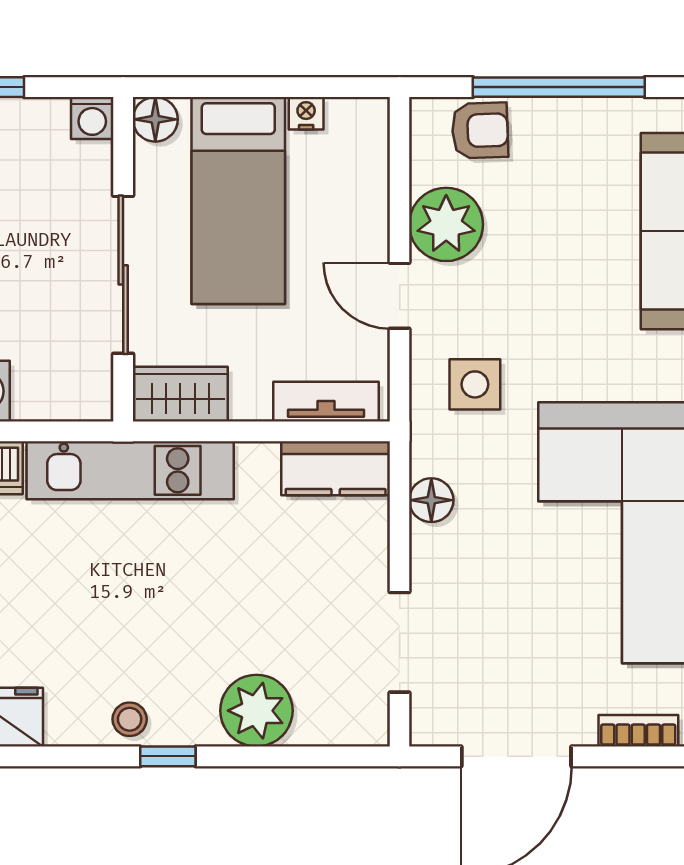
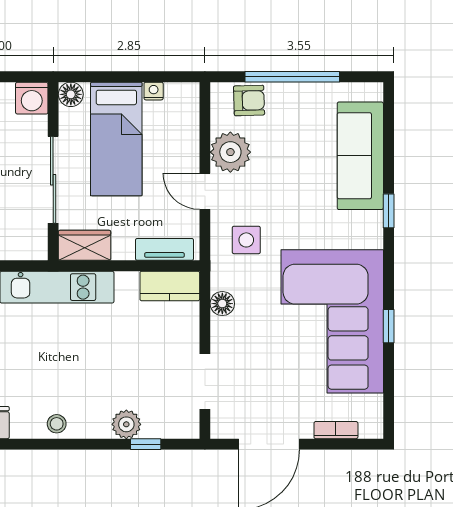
washing machine: (92, 118) -> (32, 98), width x1.38, depth x1.38
plant: (256, 711) -> (126, 424), width x0.73, depth x0.73
window: (168, 756) -> (146, 444), moved

